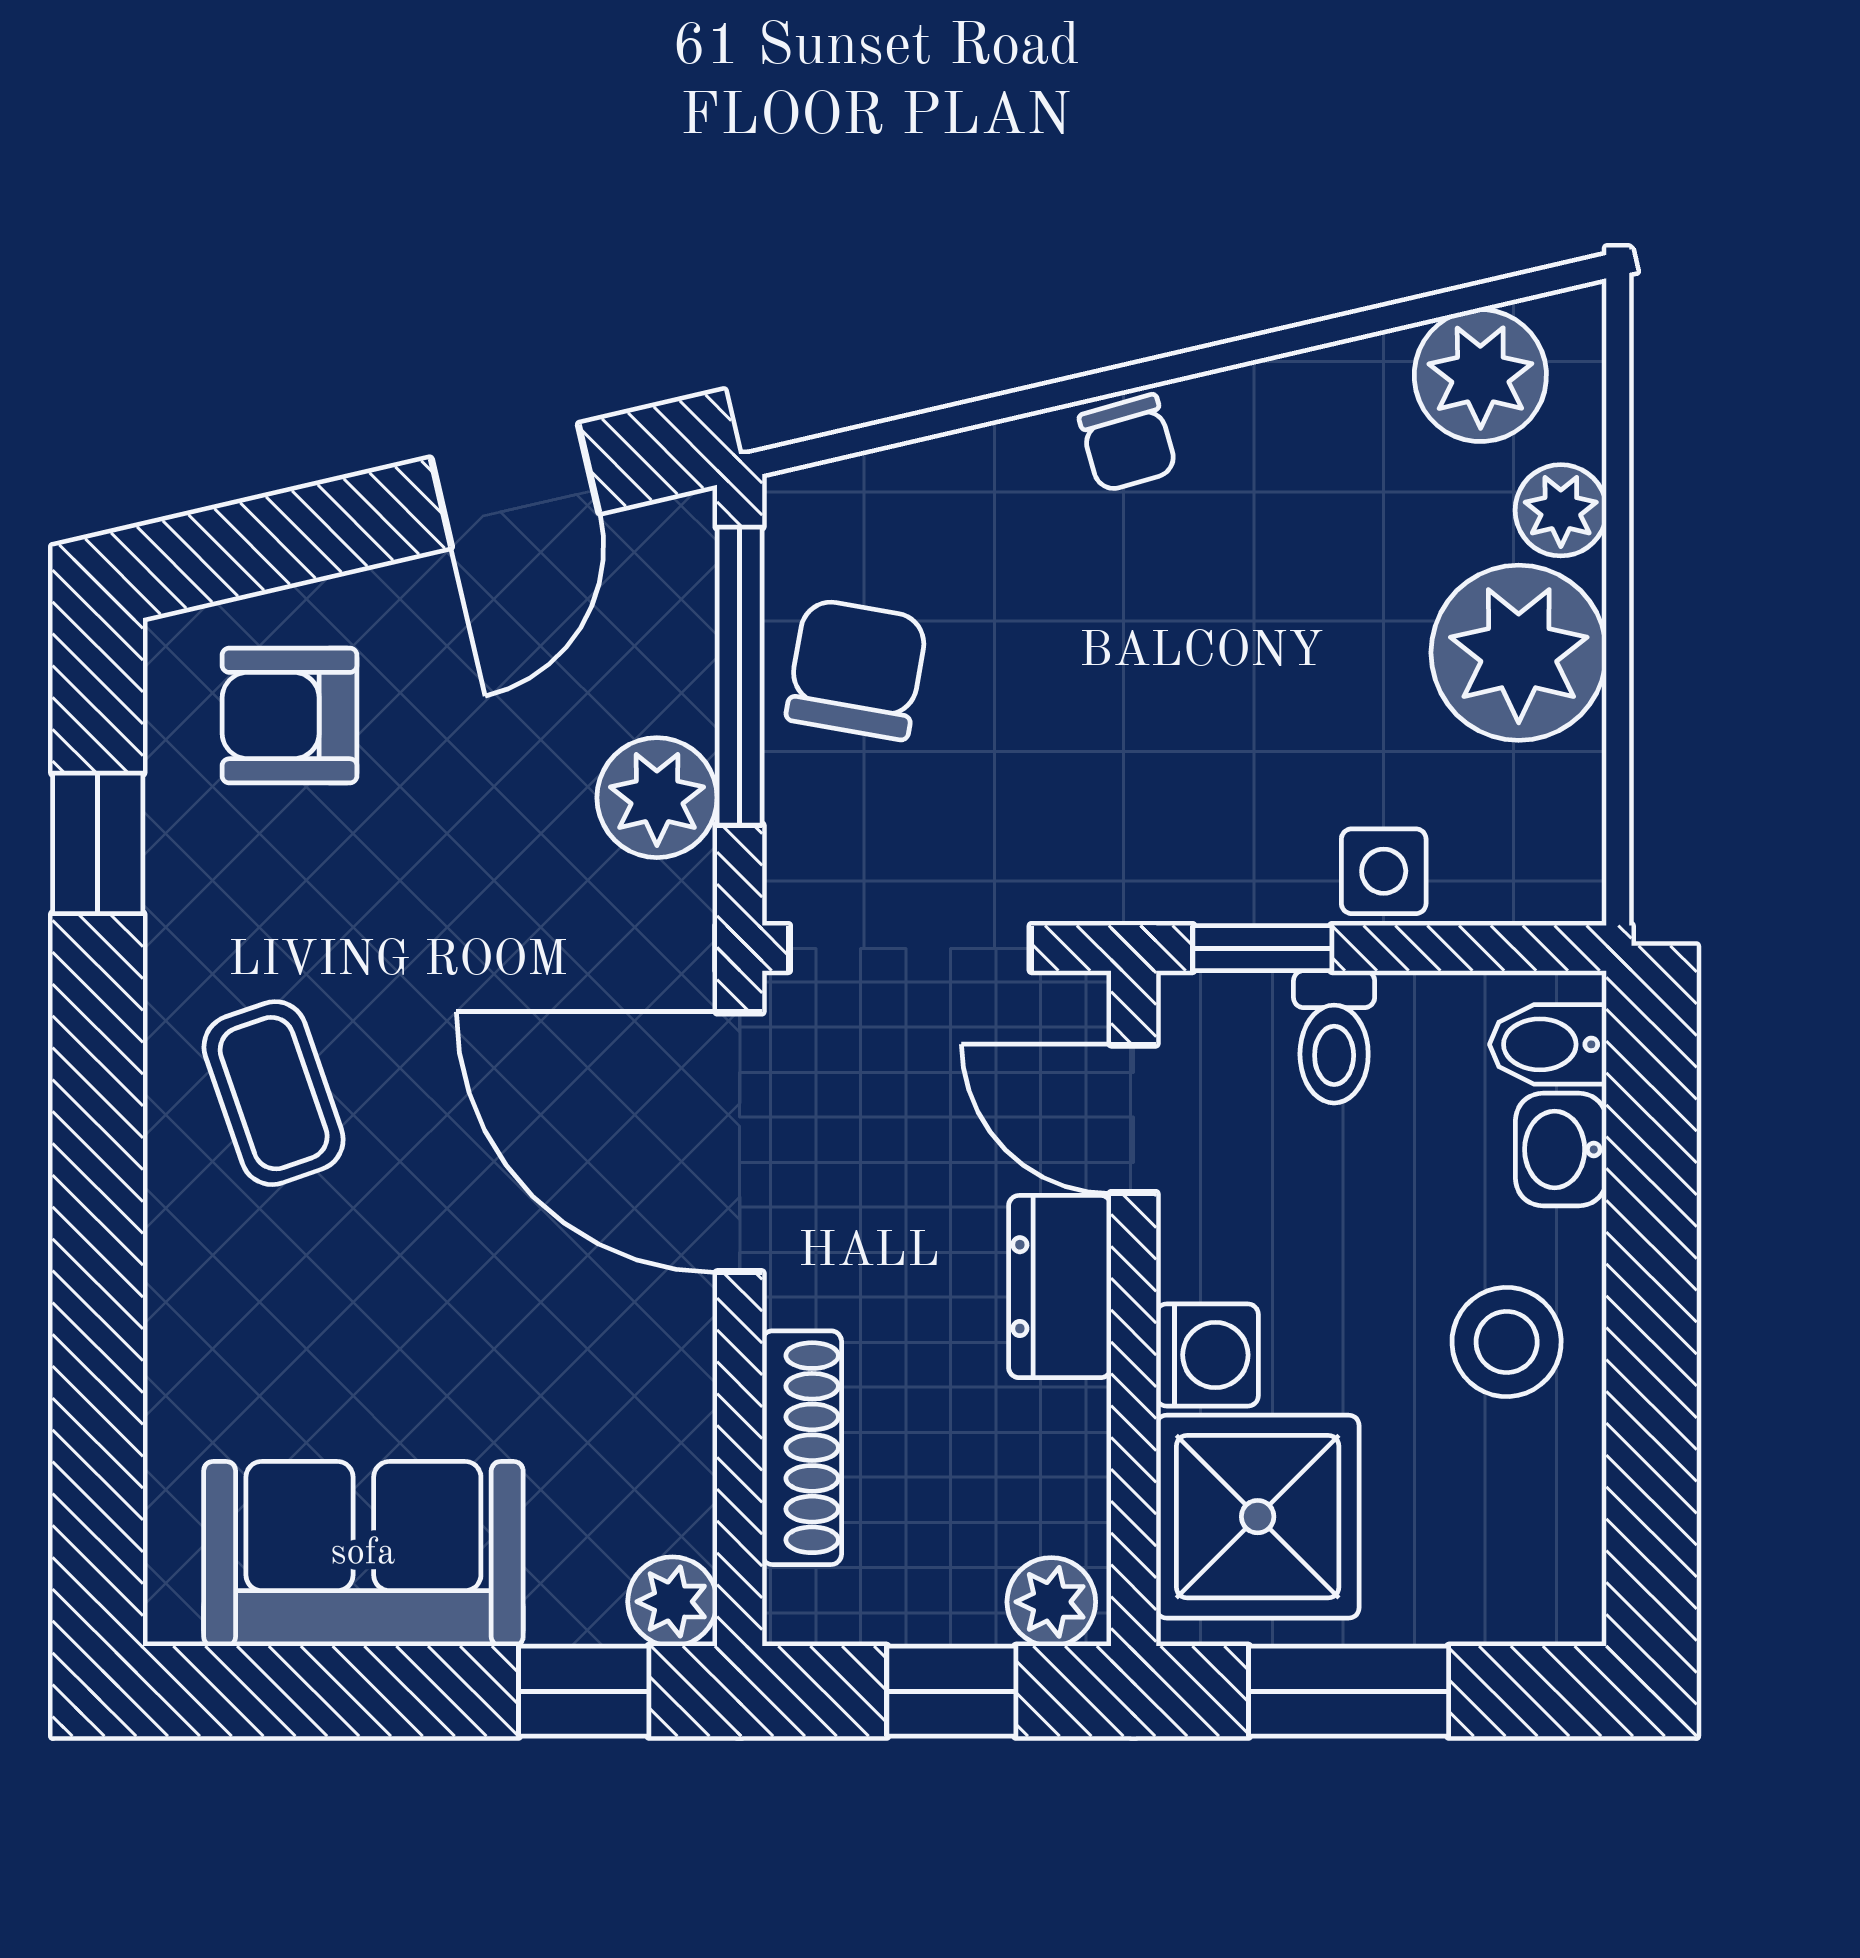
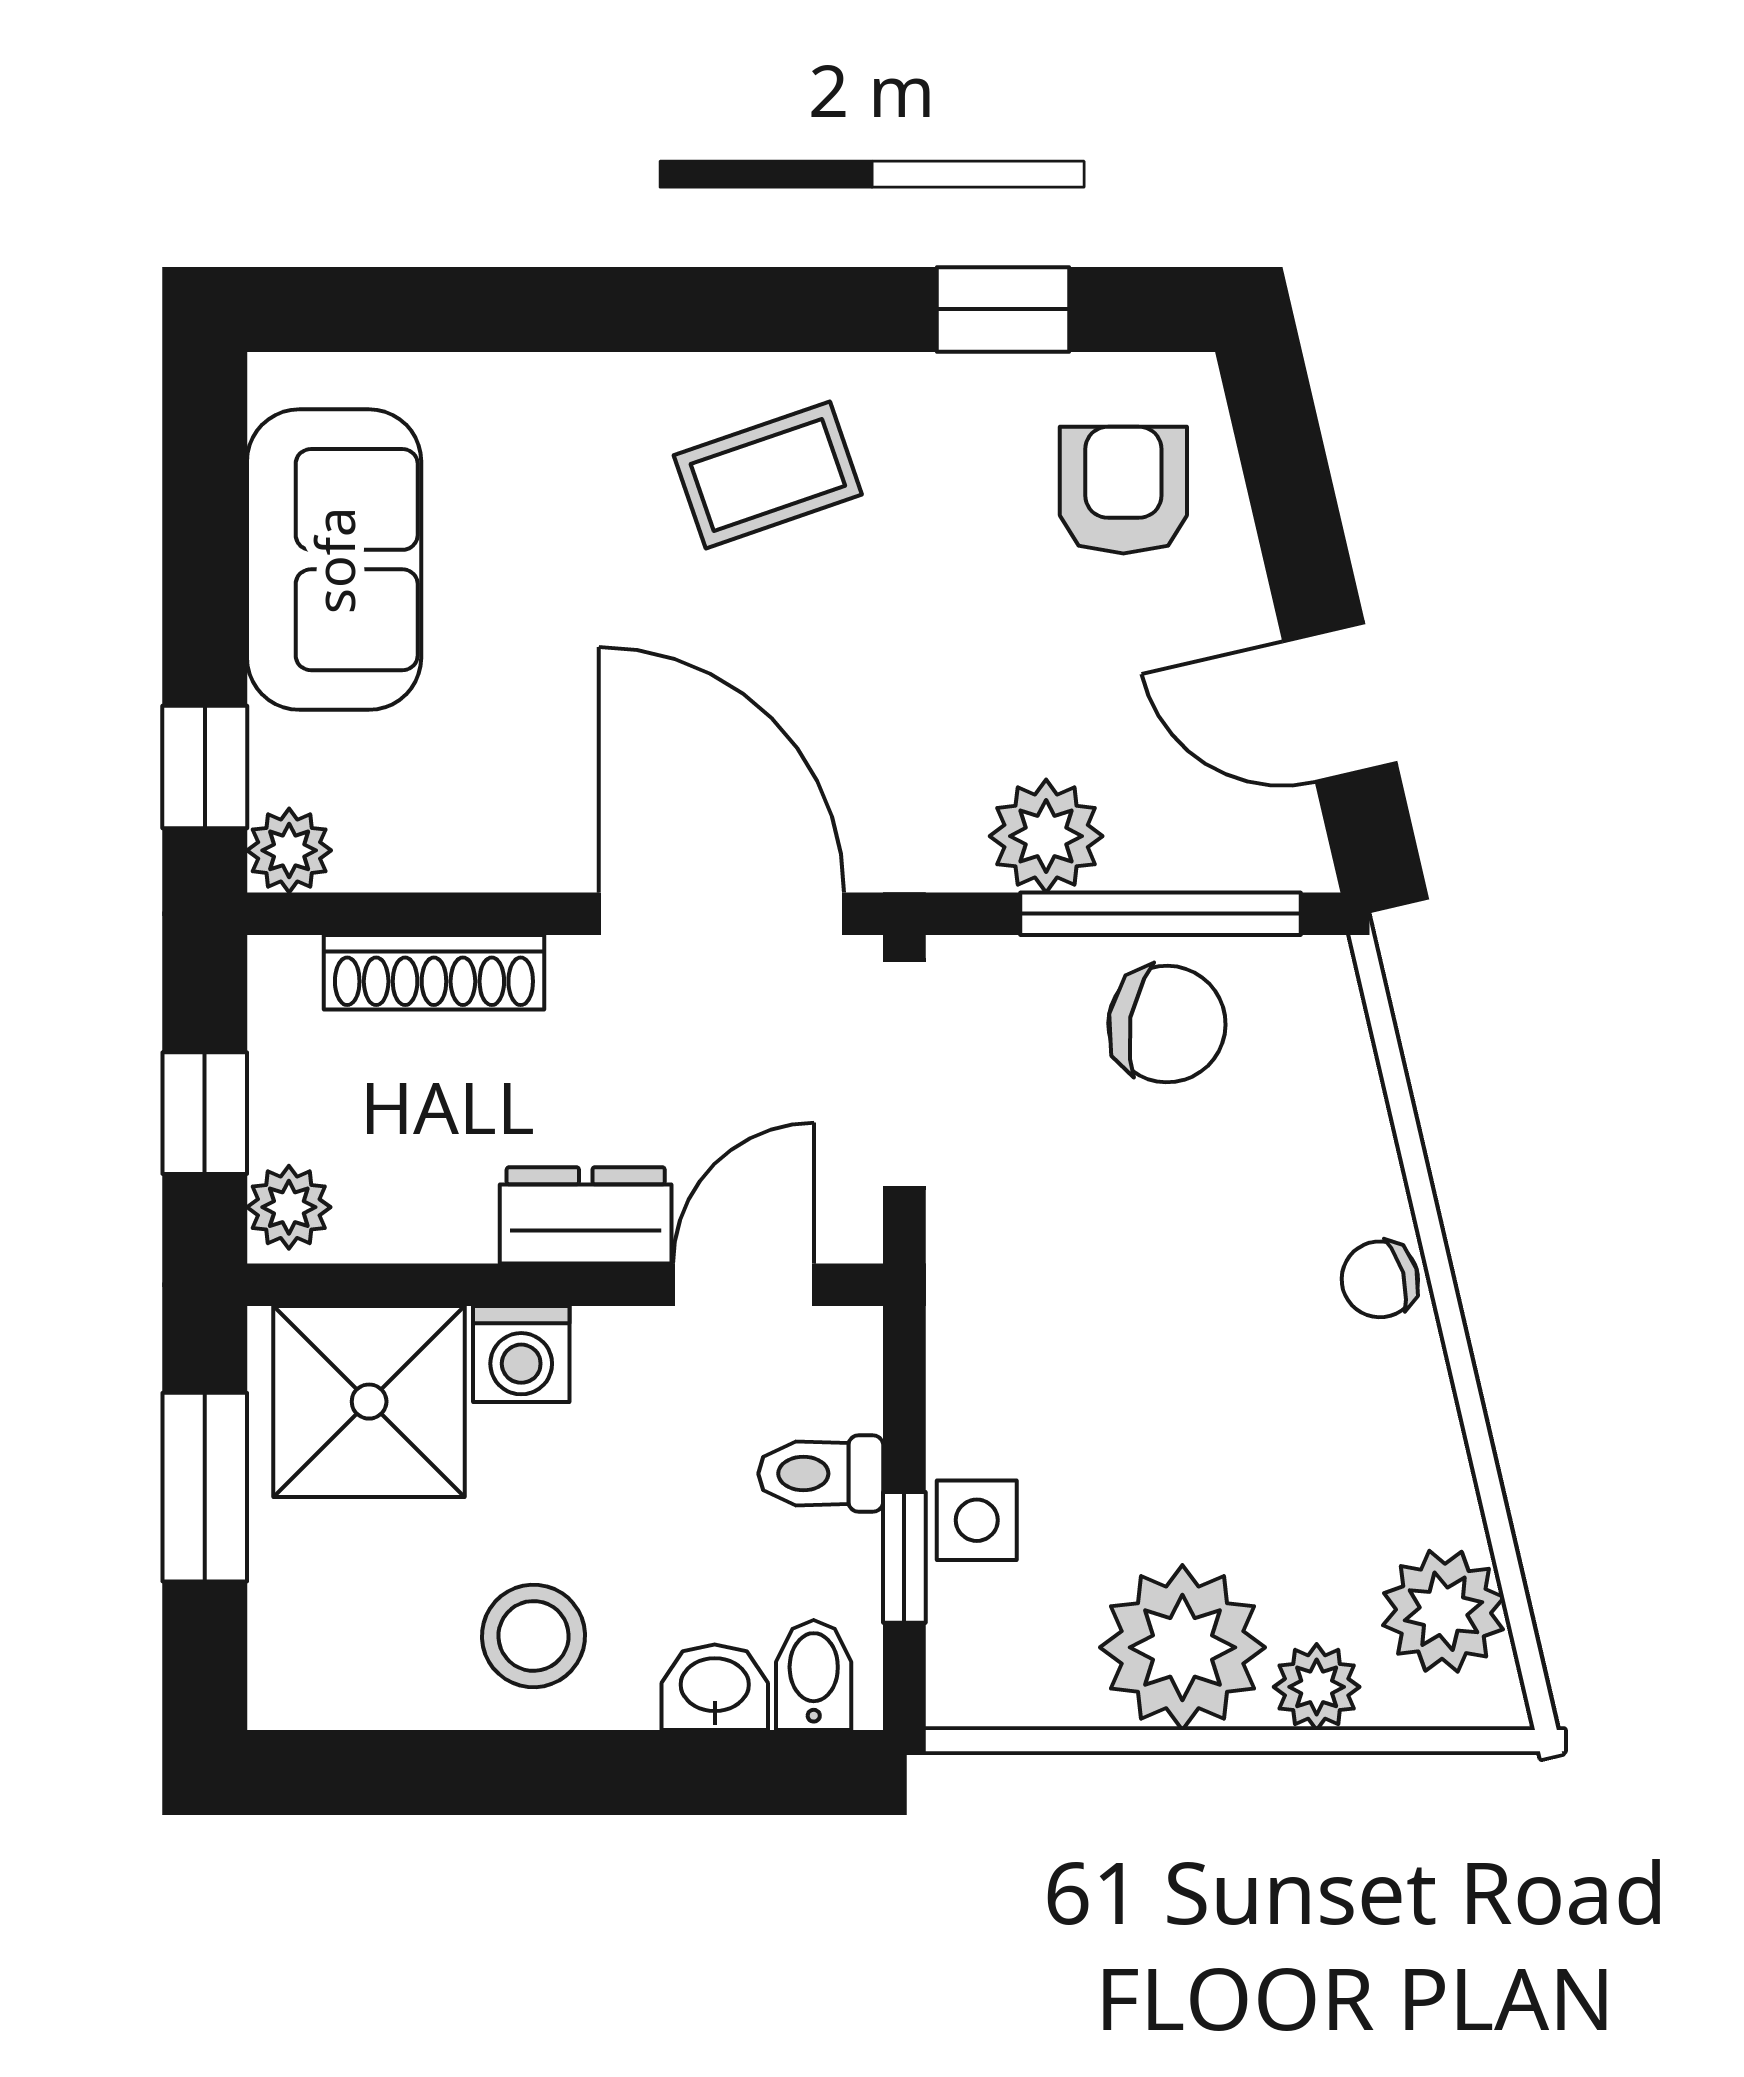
window: (1262, 948) -> (904, 1557), moved
door: (740, 1142) -> (722, 914), hinge flipped

